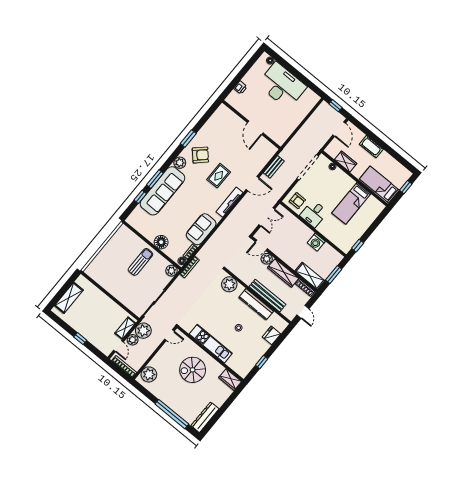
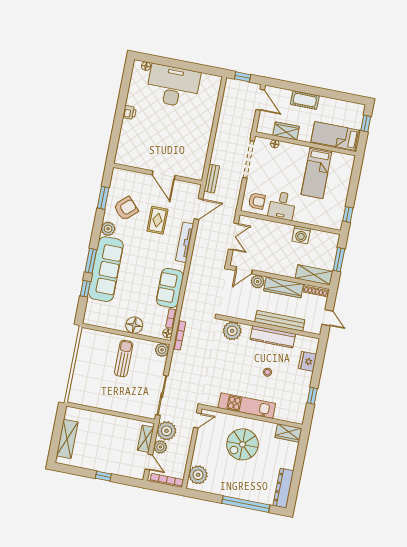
wall: (251, 125) -> (158, 174), moved
door: (255, 128) -> (164, 175), moved

